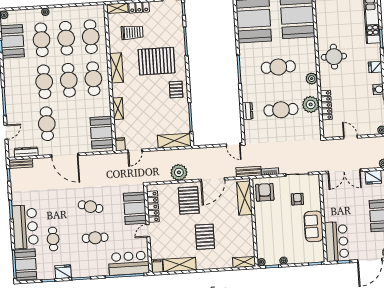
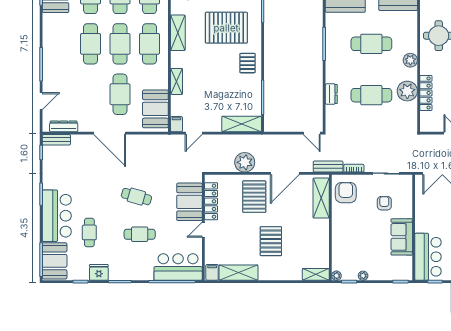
cafe table: (47, 124) -> (120, 94), moved

